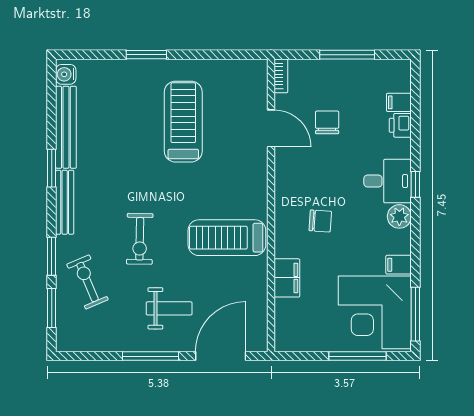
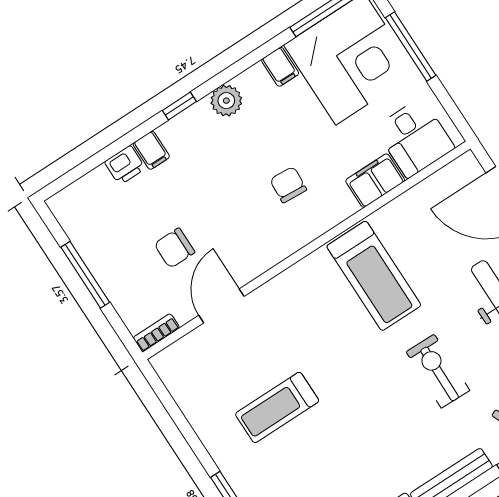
filing cabinet: (399, 102) -> (151, 150), moved
treadmill: (183, 122) -> (277, 407), width x0.73, depth x0.73
desk: (388, 181) -> (415, 138), moved, turned 180
exercise bike: (140, 239) -> (438, 371), turned -90

